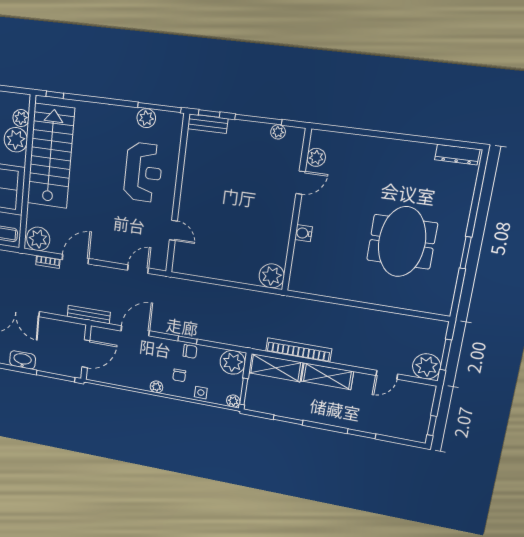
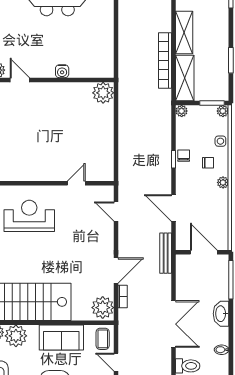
door: (75, 259) -> (116, 271), swing flipped
plant: (233, 362) -> (182, 111), width x0.53, depth x0.53

